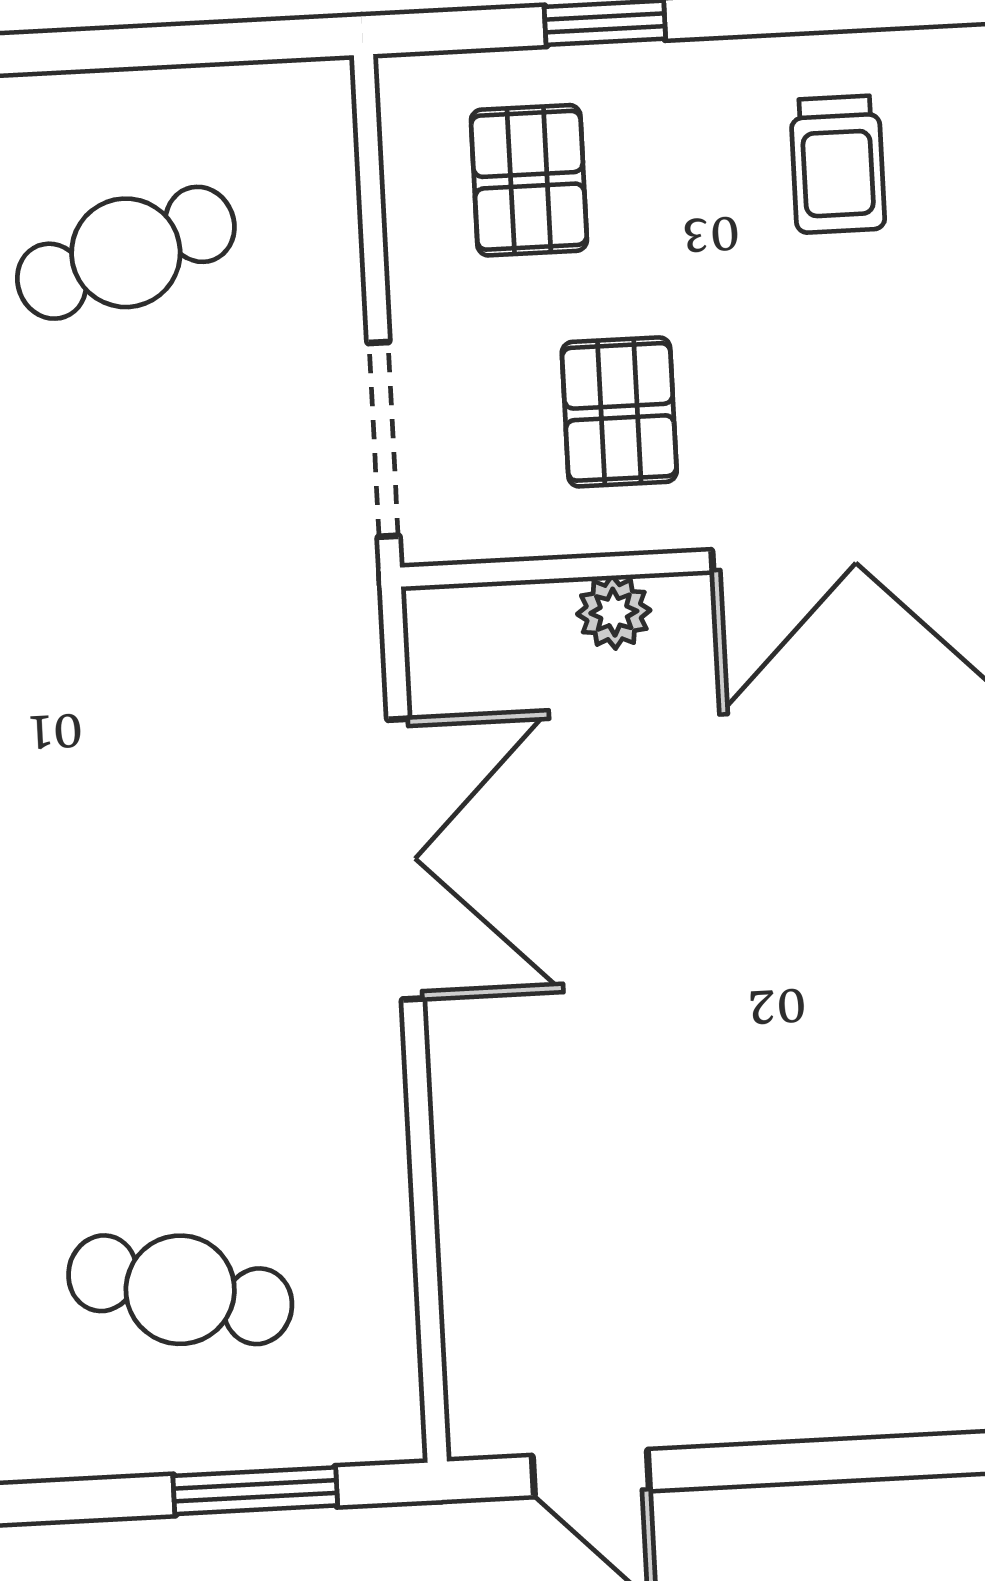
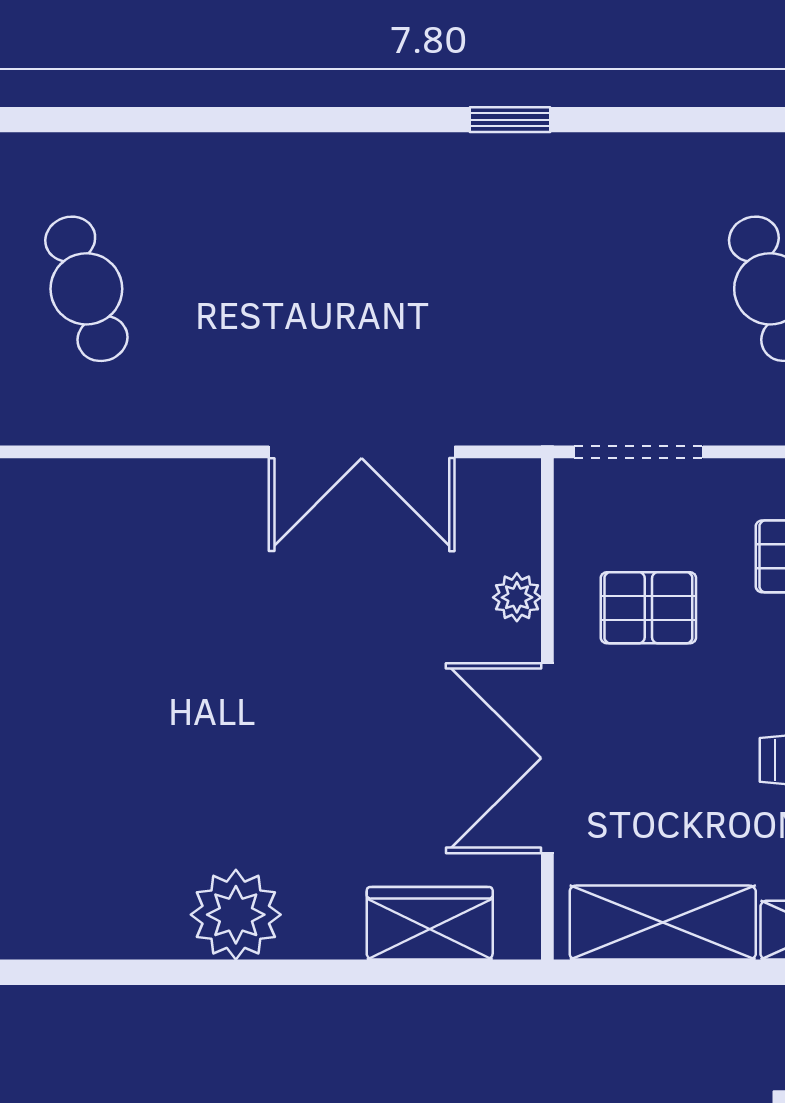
cafe table: (180, 1290) -> (86, 289), turned -33

